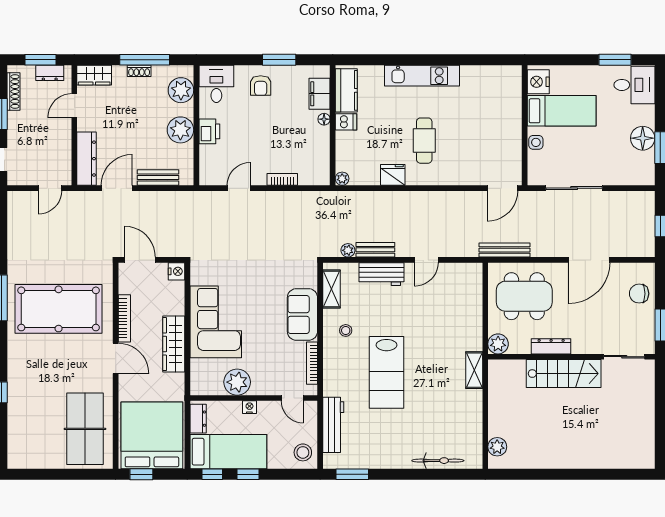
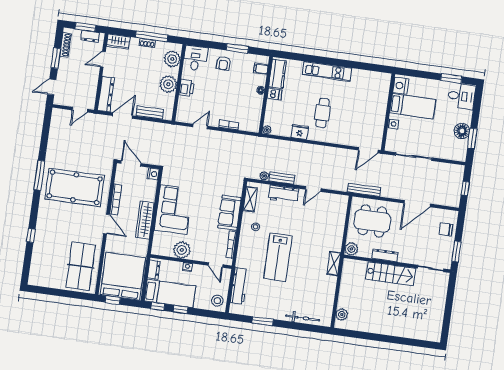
filing cabinet: (320, 94) -> (261, 69), width x0.50
window: (352, 474) -> (263, 321), moved

